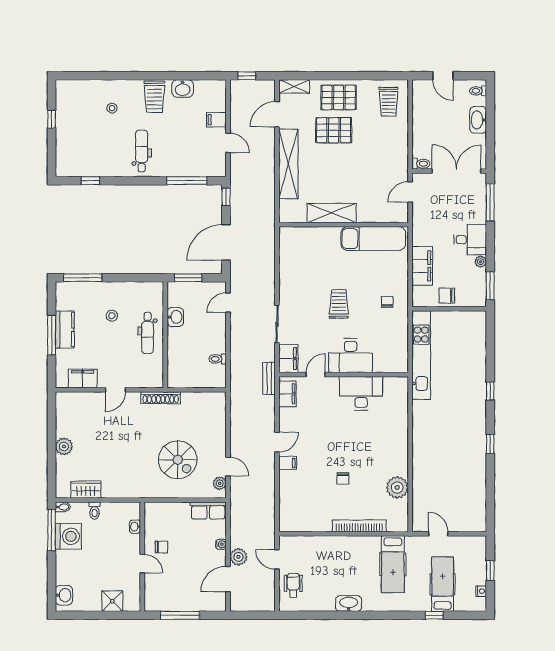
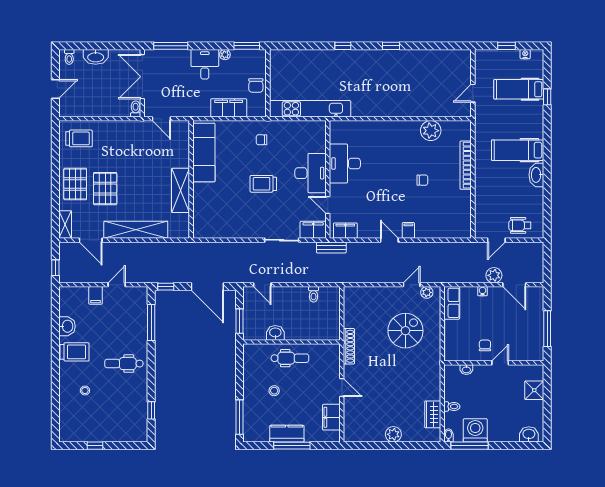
hospital bed: (393, 564) -> (518, 150), moved, turned 180

